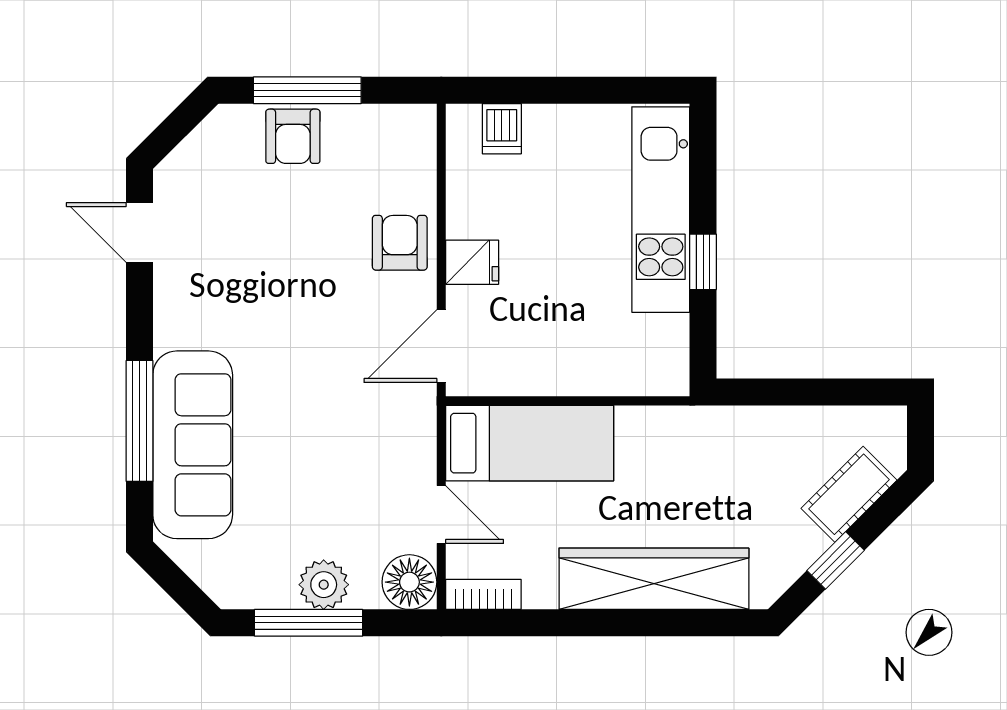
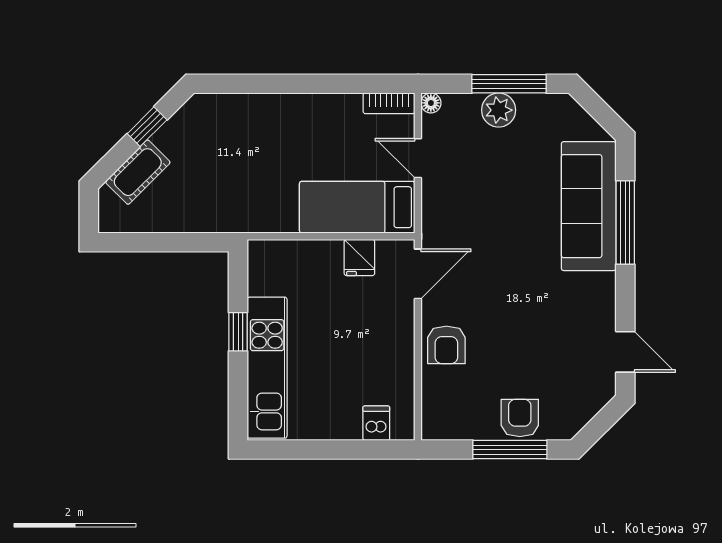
fridge: (472, 262) -> (359, 257), moved, turned -90
wardrobe: (654, 579) -> (272, 114), removed
floor lamp: (409, 582) -> (431, 103), width x0.53, depth x0.53

